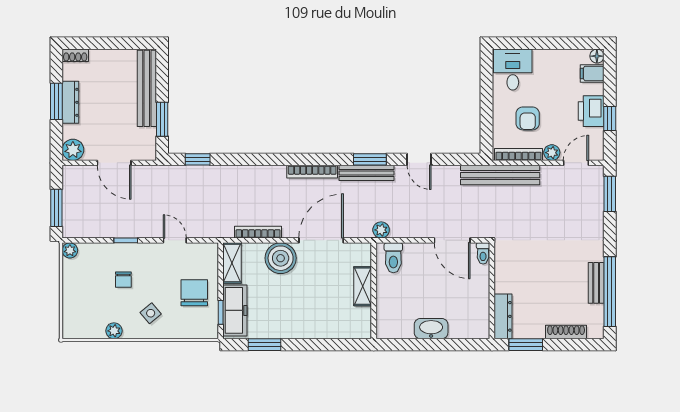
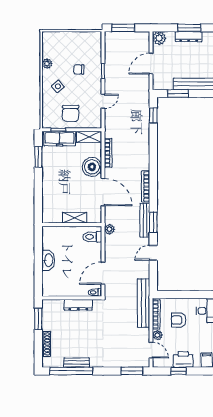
plant: (70, 250) -> (97, 36), removed
chair: (194, 293) -> (71, 113), turned 90
dresser: (503, 316) -> (78, 305), moved

